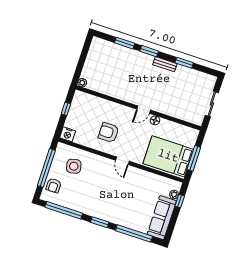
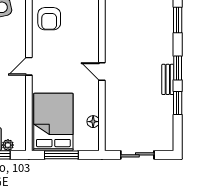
window: (149, 51) -> (178, 68), moved
floor lamp: (155, 120) -> (93, 122), moved
armchair: (109, 133) -> (49, 19), moved, turned 180

